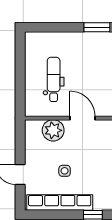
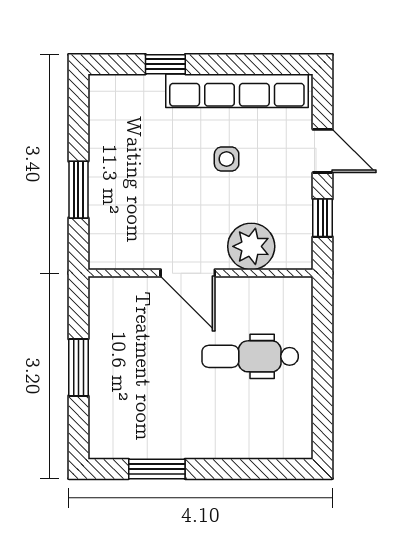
dental chair: (54, 79) -> (250, 356), turned 90
window: (20, 144) -> (323, 218), added

